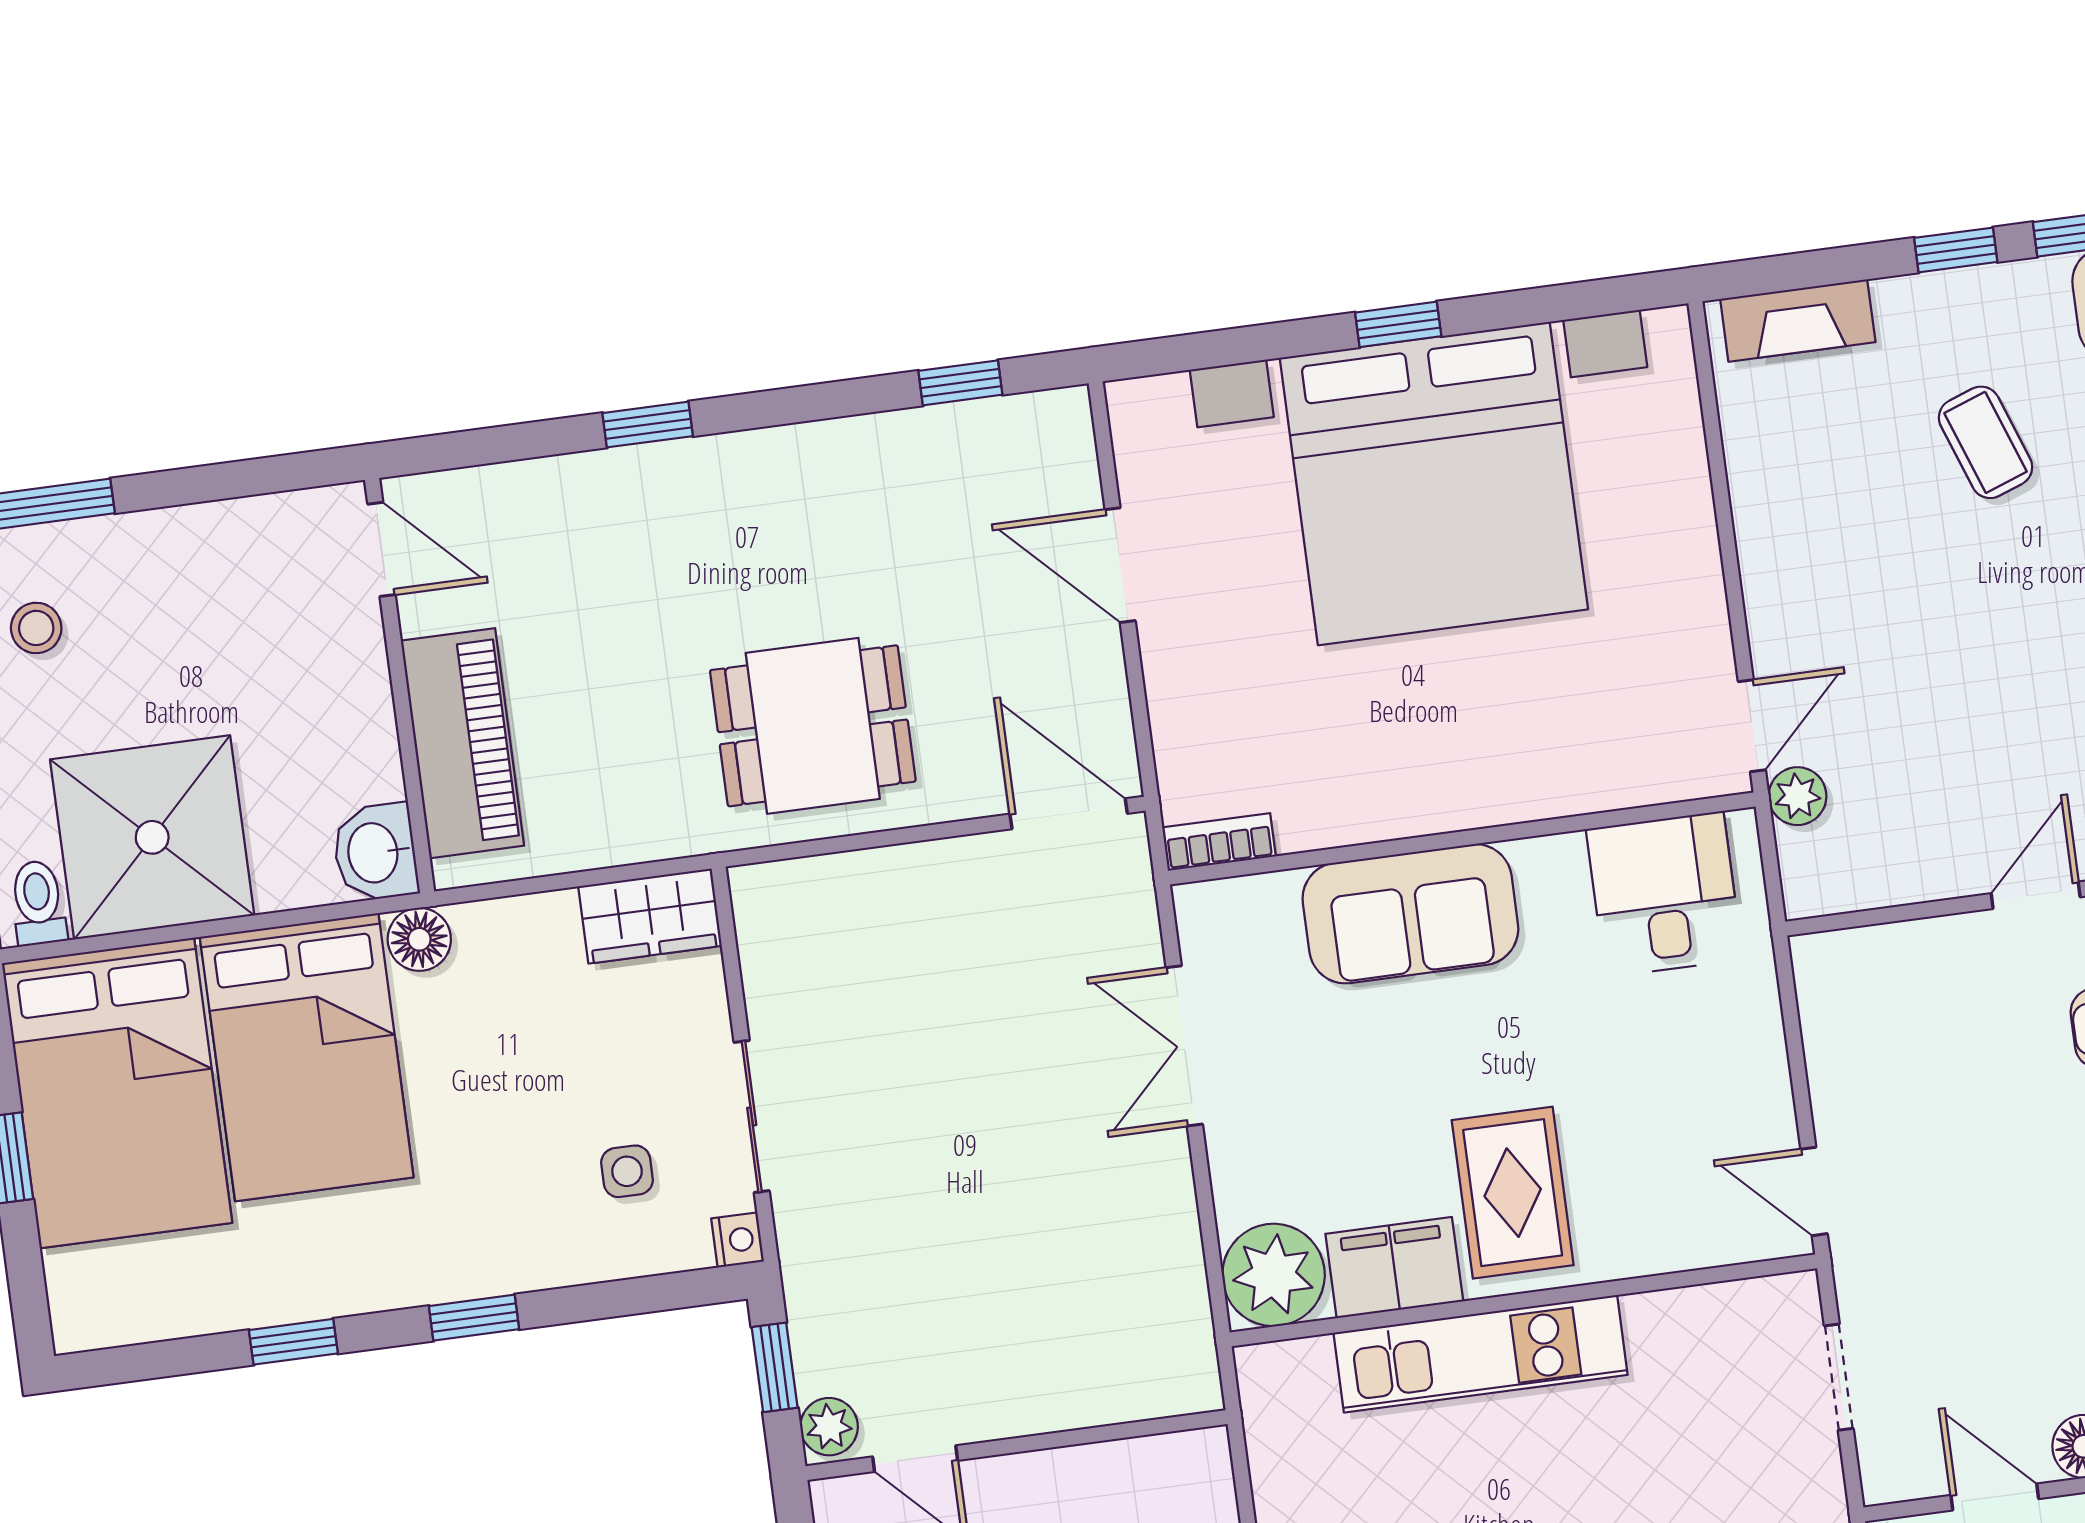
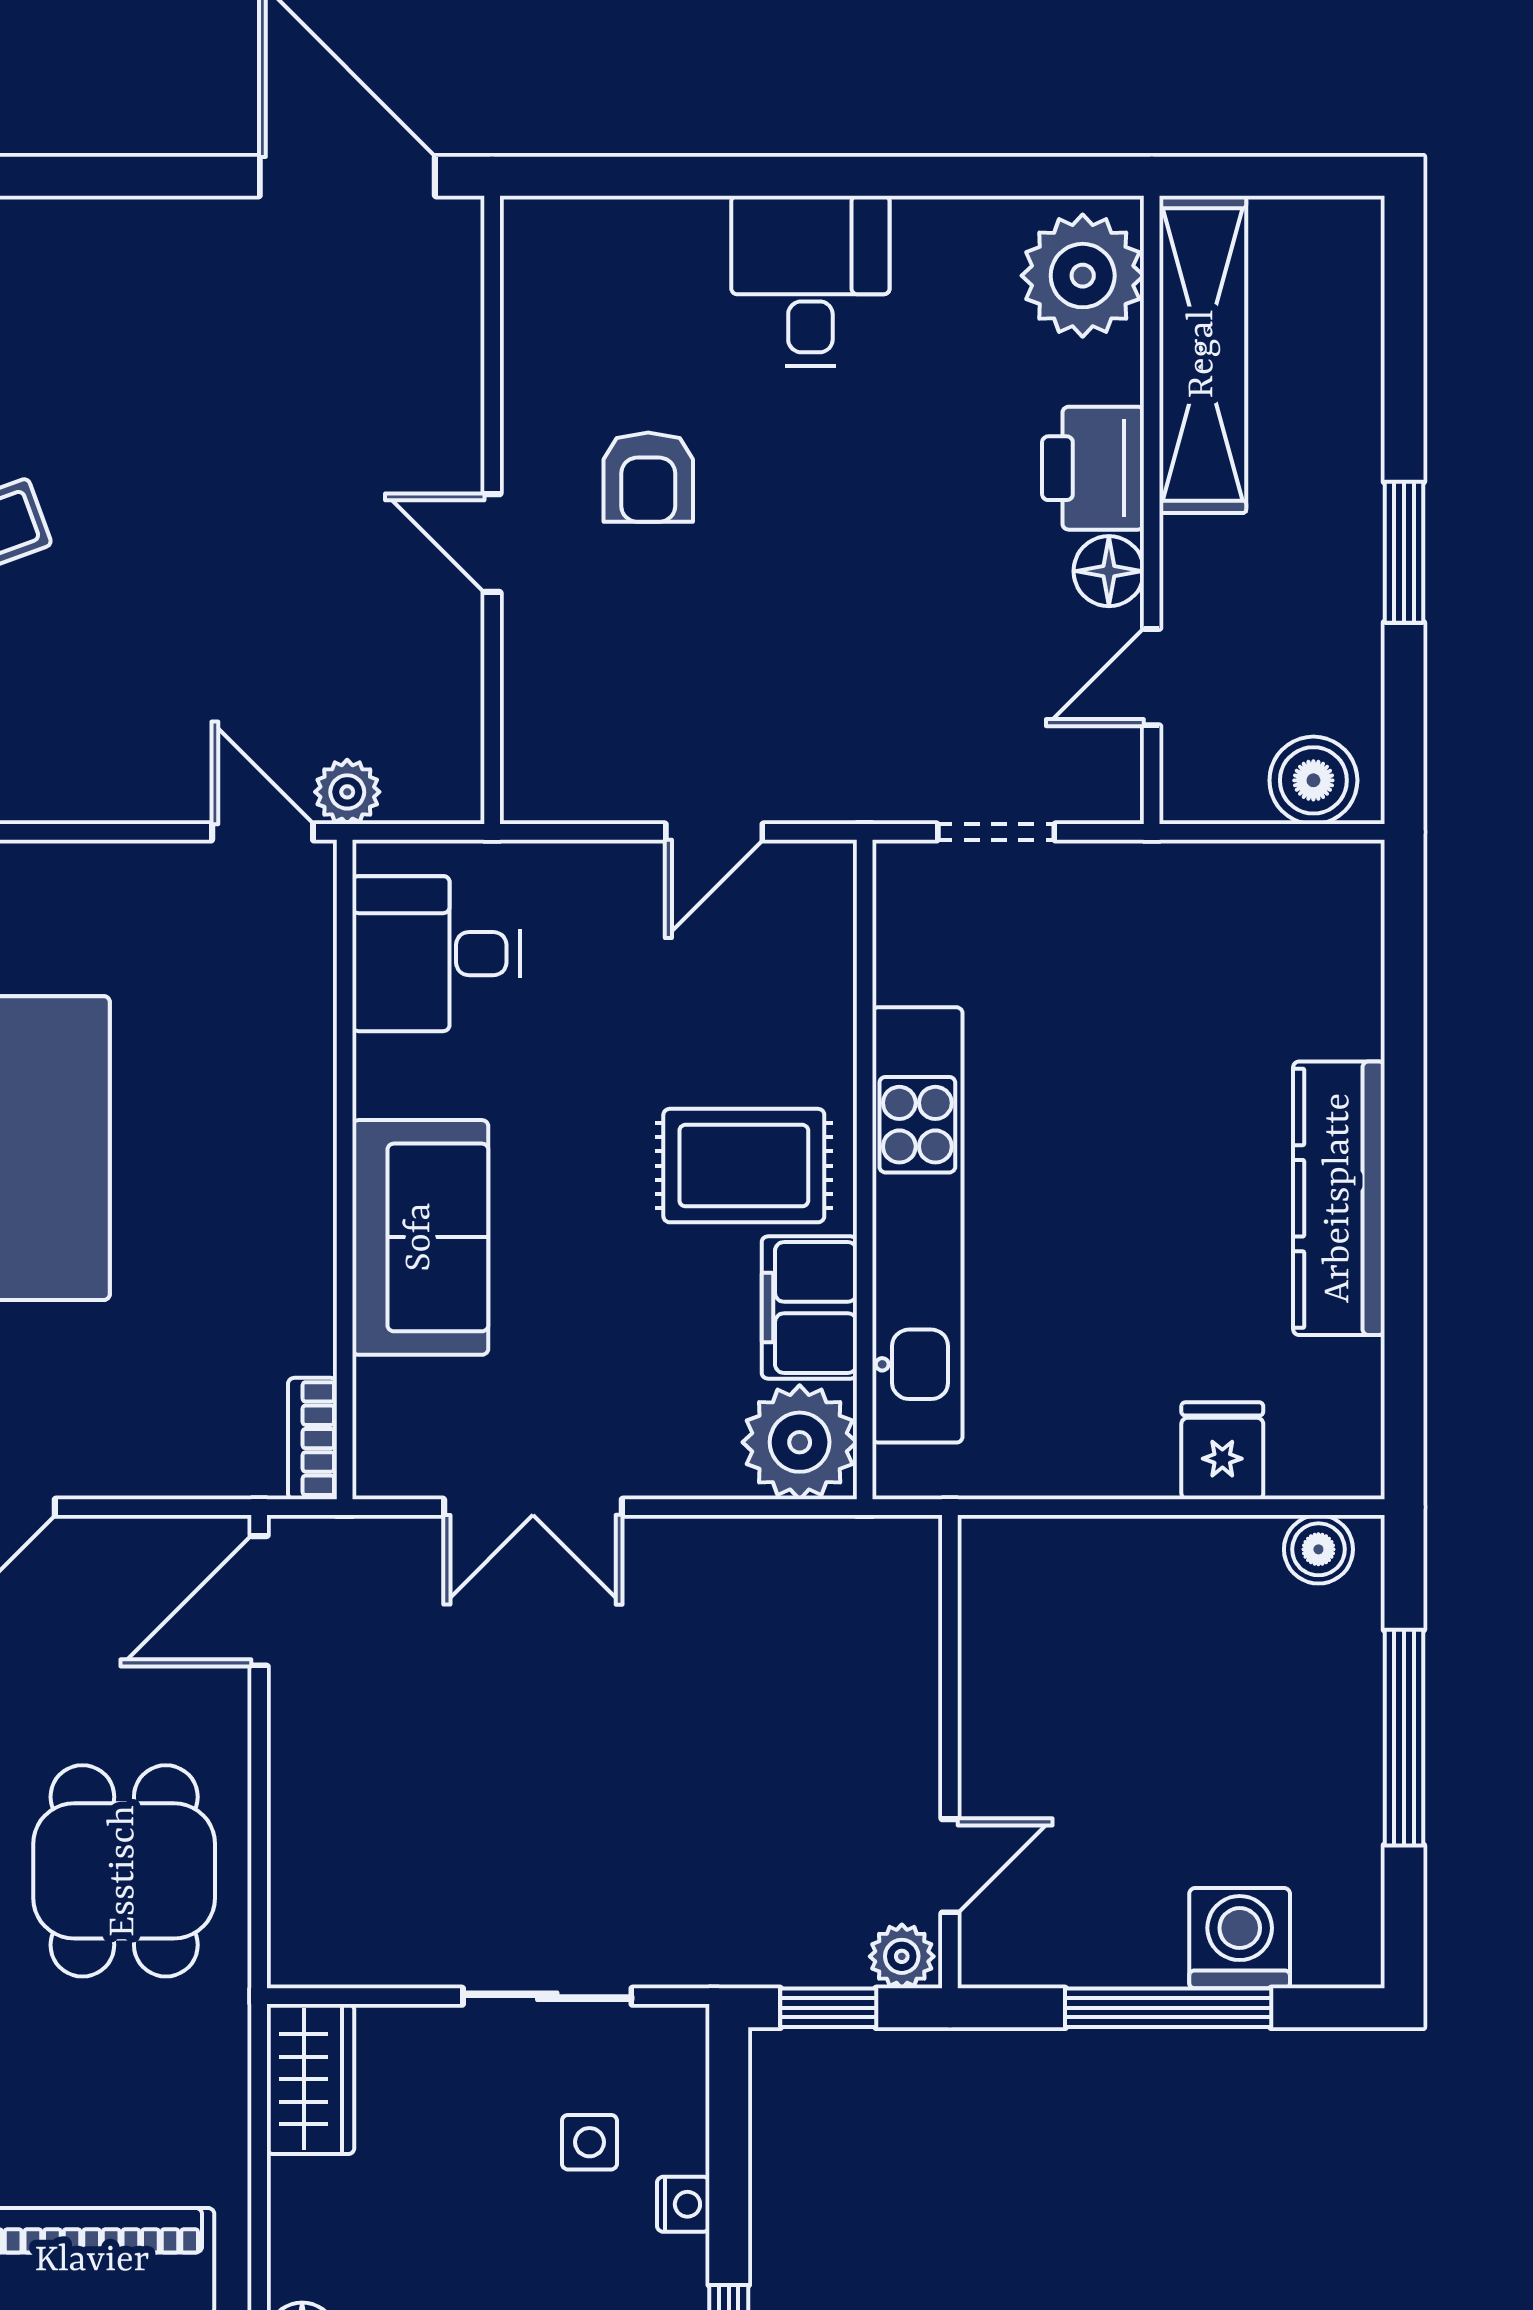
door: (1814, 1191) -> (714, 832), moved
nightstand: (738, 1240) -> (683, 2204), moved, turned 90
kitchen unit: (1480, 1354) -> (917, 1225), width x1.36

